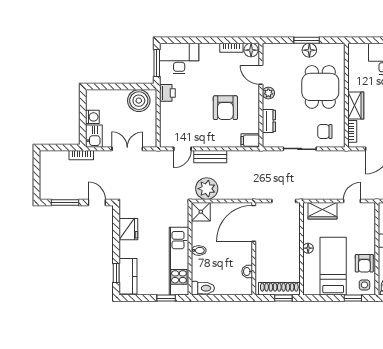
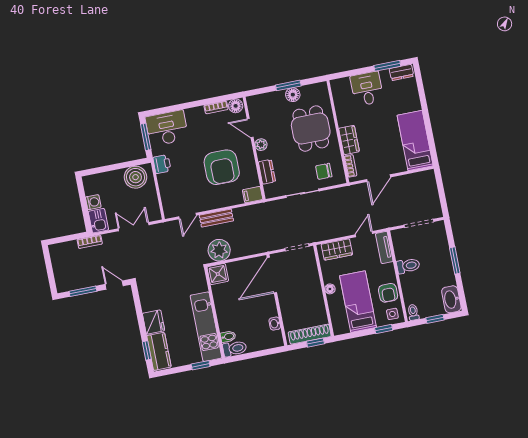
armchair: (225, 108) -> (222, 167), width x1.36, depth x1.36
tv unit: (369, 218) -> (384, 247), added
fridge: (128, 229) -> (154, 322), moved
bidet: (199, 250) -> (228, 337), moved

